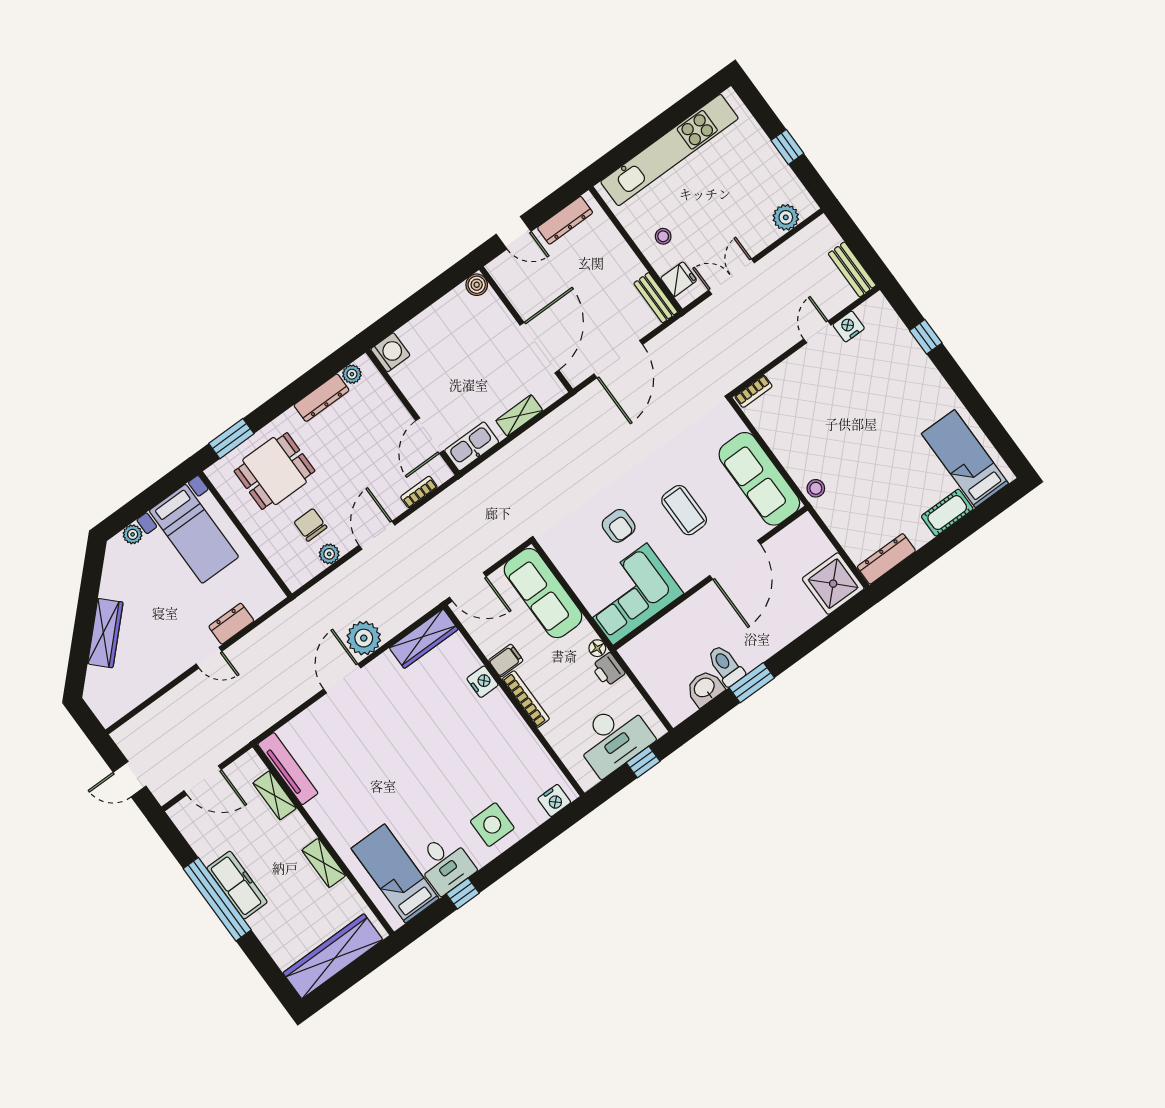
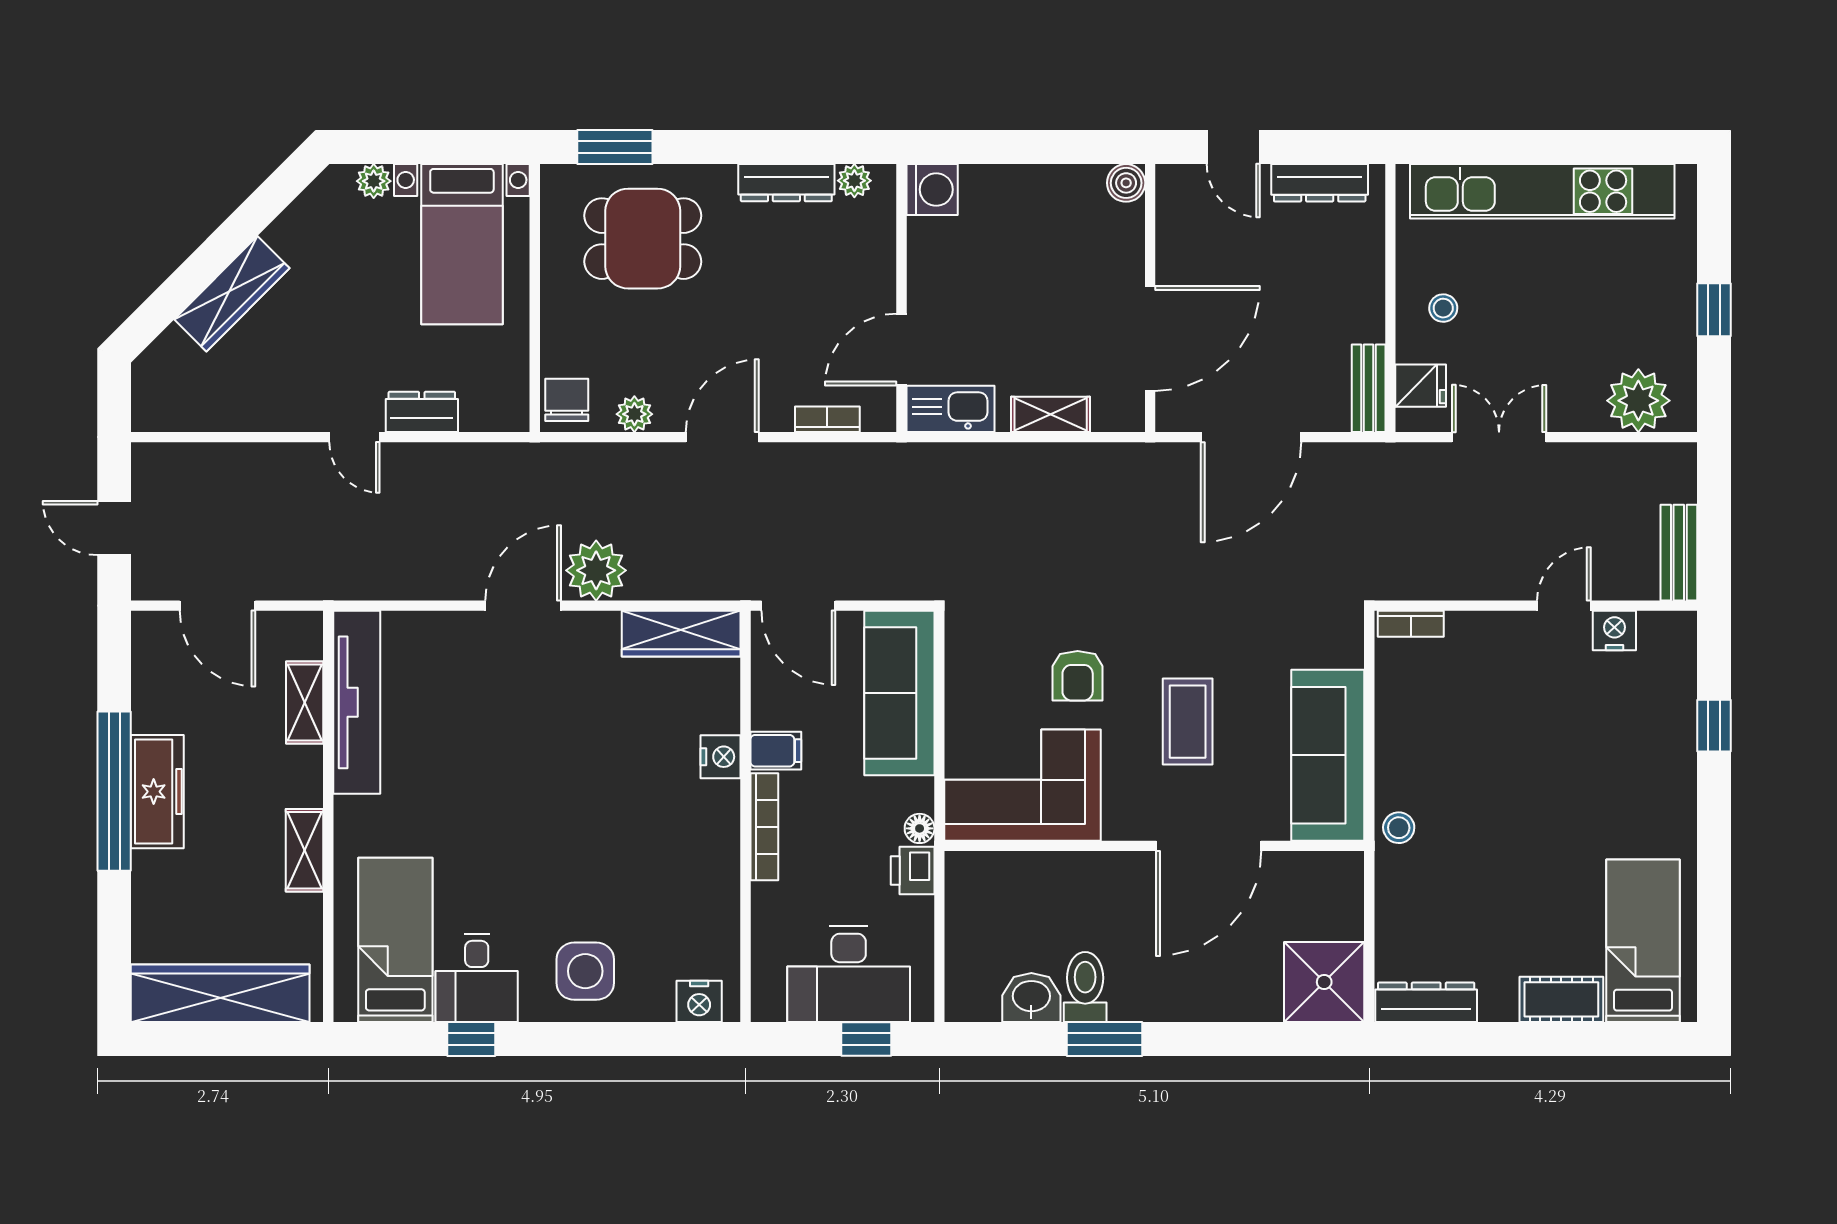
plant: (786, 217) -> (1638, 401), width x1.36, depth x1.36
chair: (311, 525) -> (567, 400), moved
tv unit: (288, 769) -> (357, 702), width x1.36, depth x1.29

